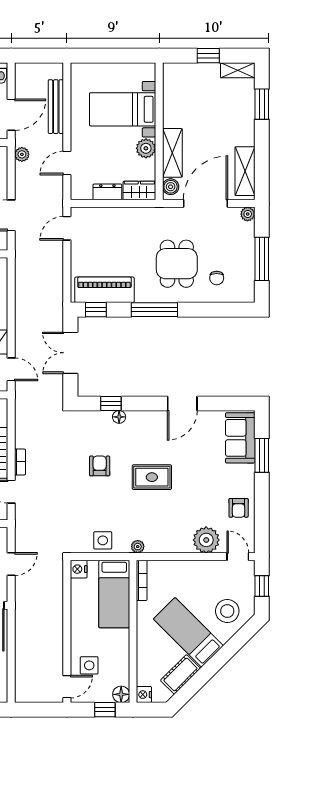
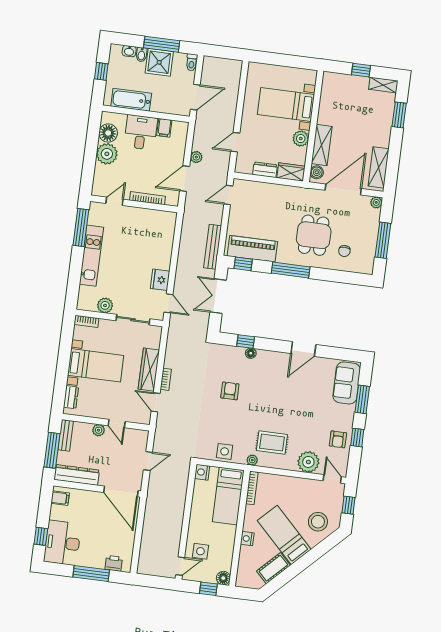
bench: (56, 107) -> (213, 247), moved
plant: (22, 154) -> (196, 157), moved
rug: (152, 477) -> (272, 443), moved
window: (262, 503) -> (357, 438), added
nightstand: (144, 695) -> (247, 539), moved

